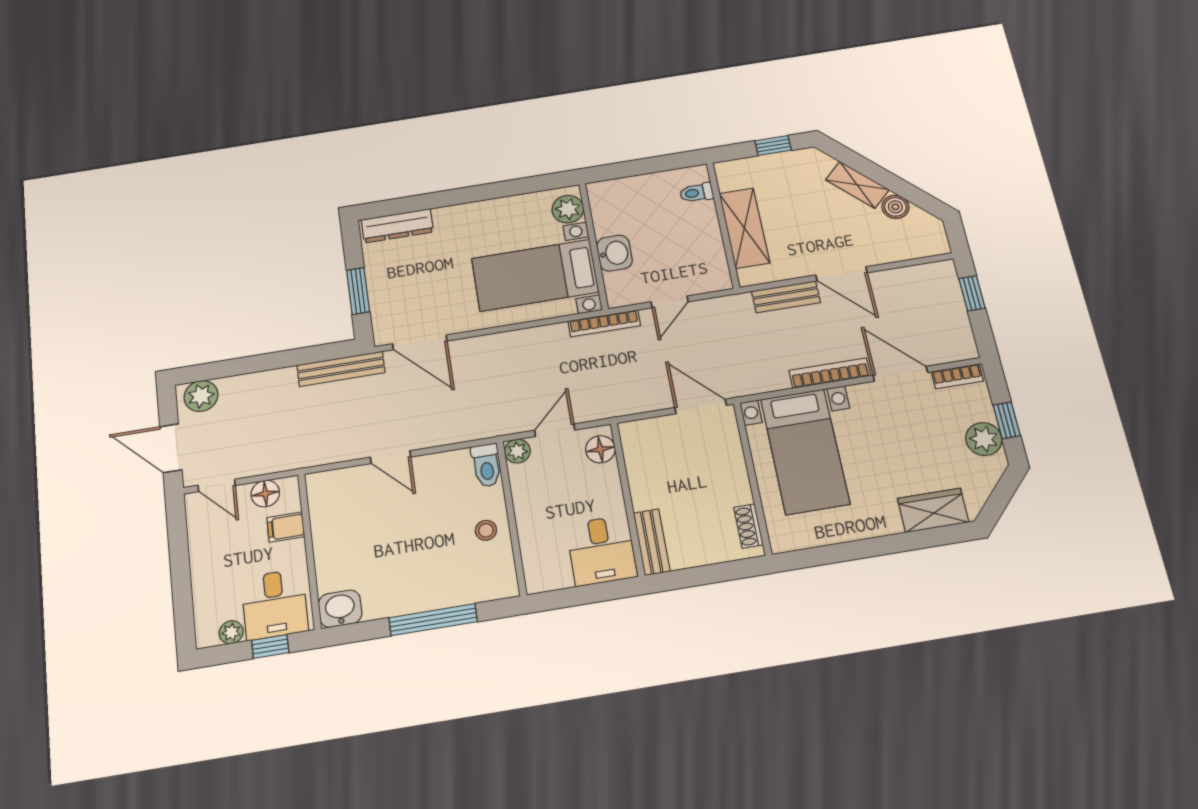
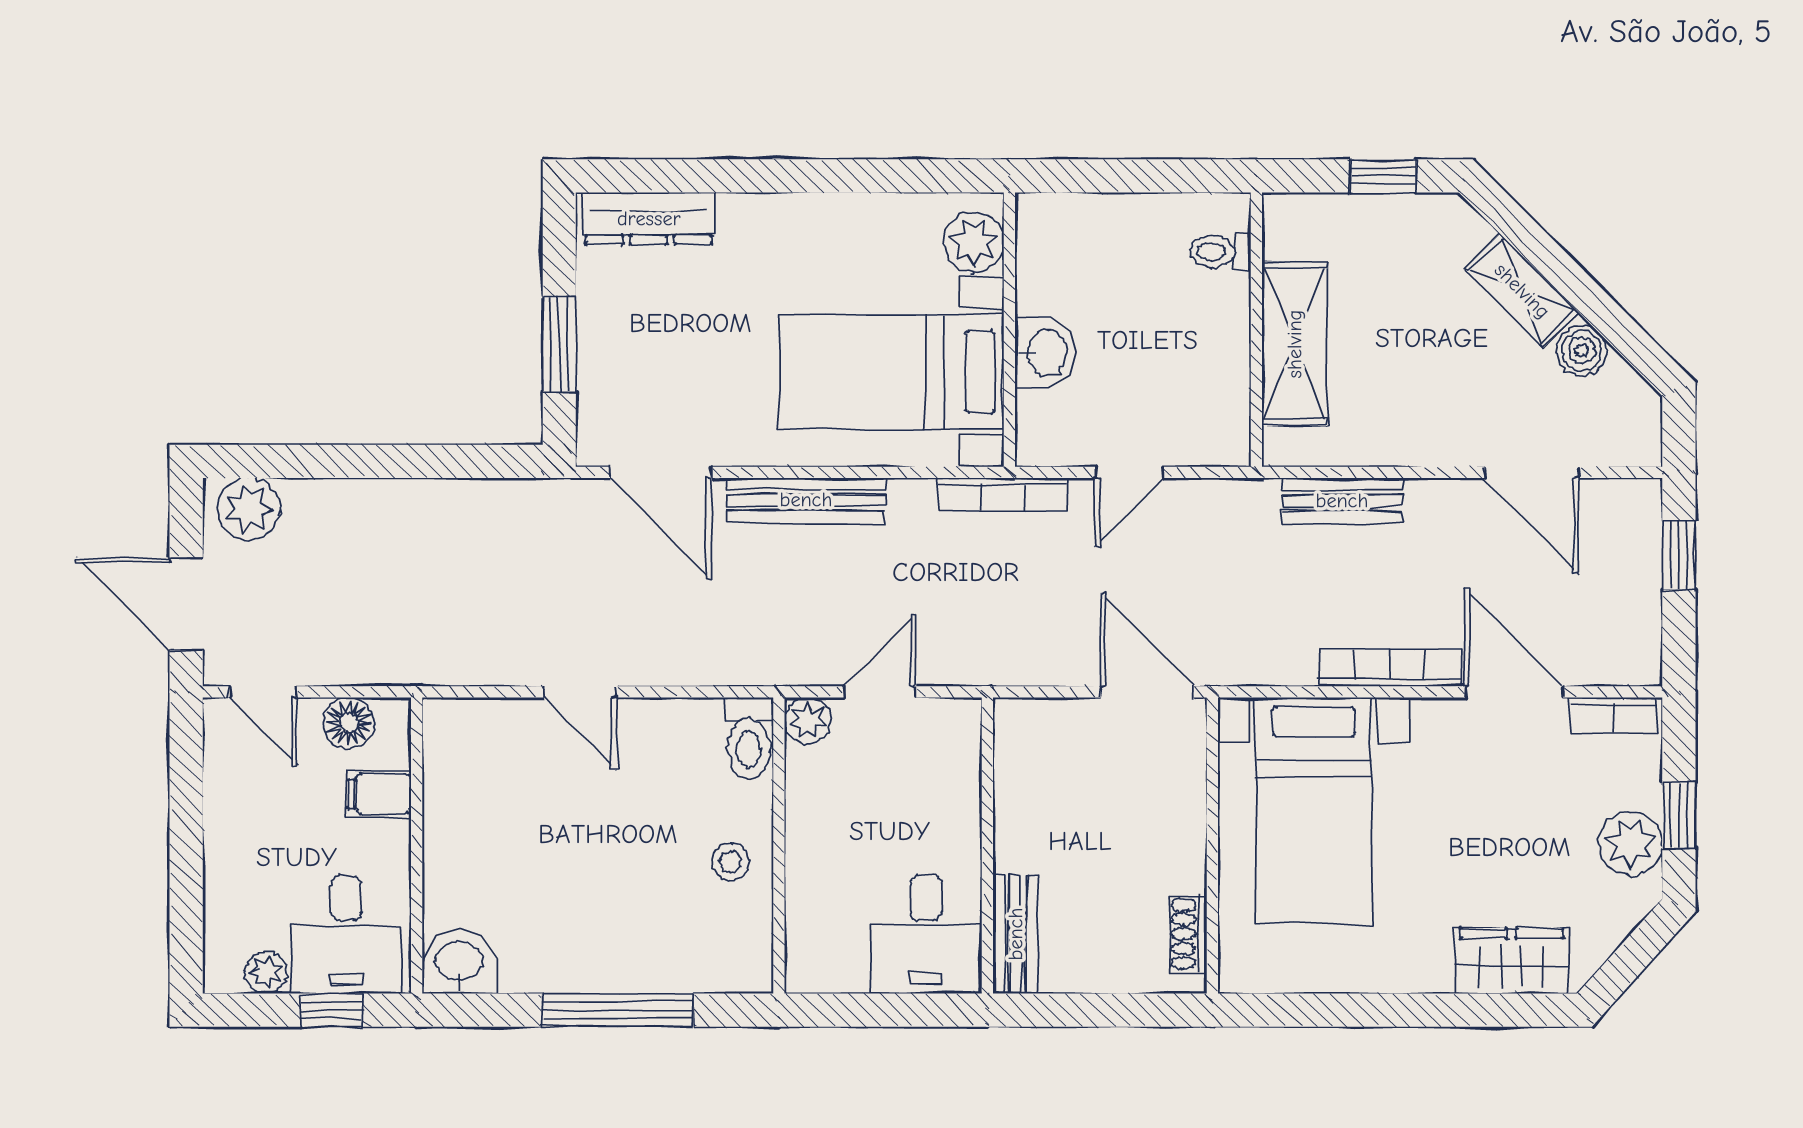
door: (842, 274) -> (1532, 472), moved
bench: (341, 369) -> (806, 500), moved
floor lamp: (600, 449) -> (955, 743), removed

